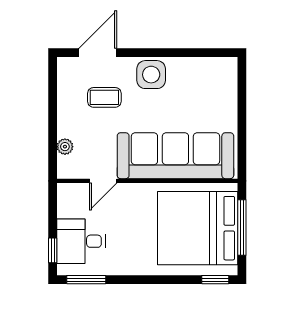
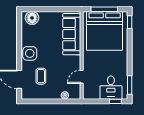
floor lamp: (224, 79) -> (32, 18), added
sofa: (175, 156) -> (72, 34), width x0.74, depth x0.79
door: (103, 181) -> (82, 77), swing flipped

